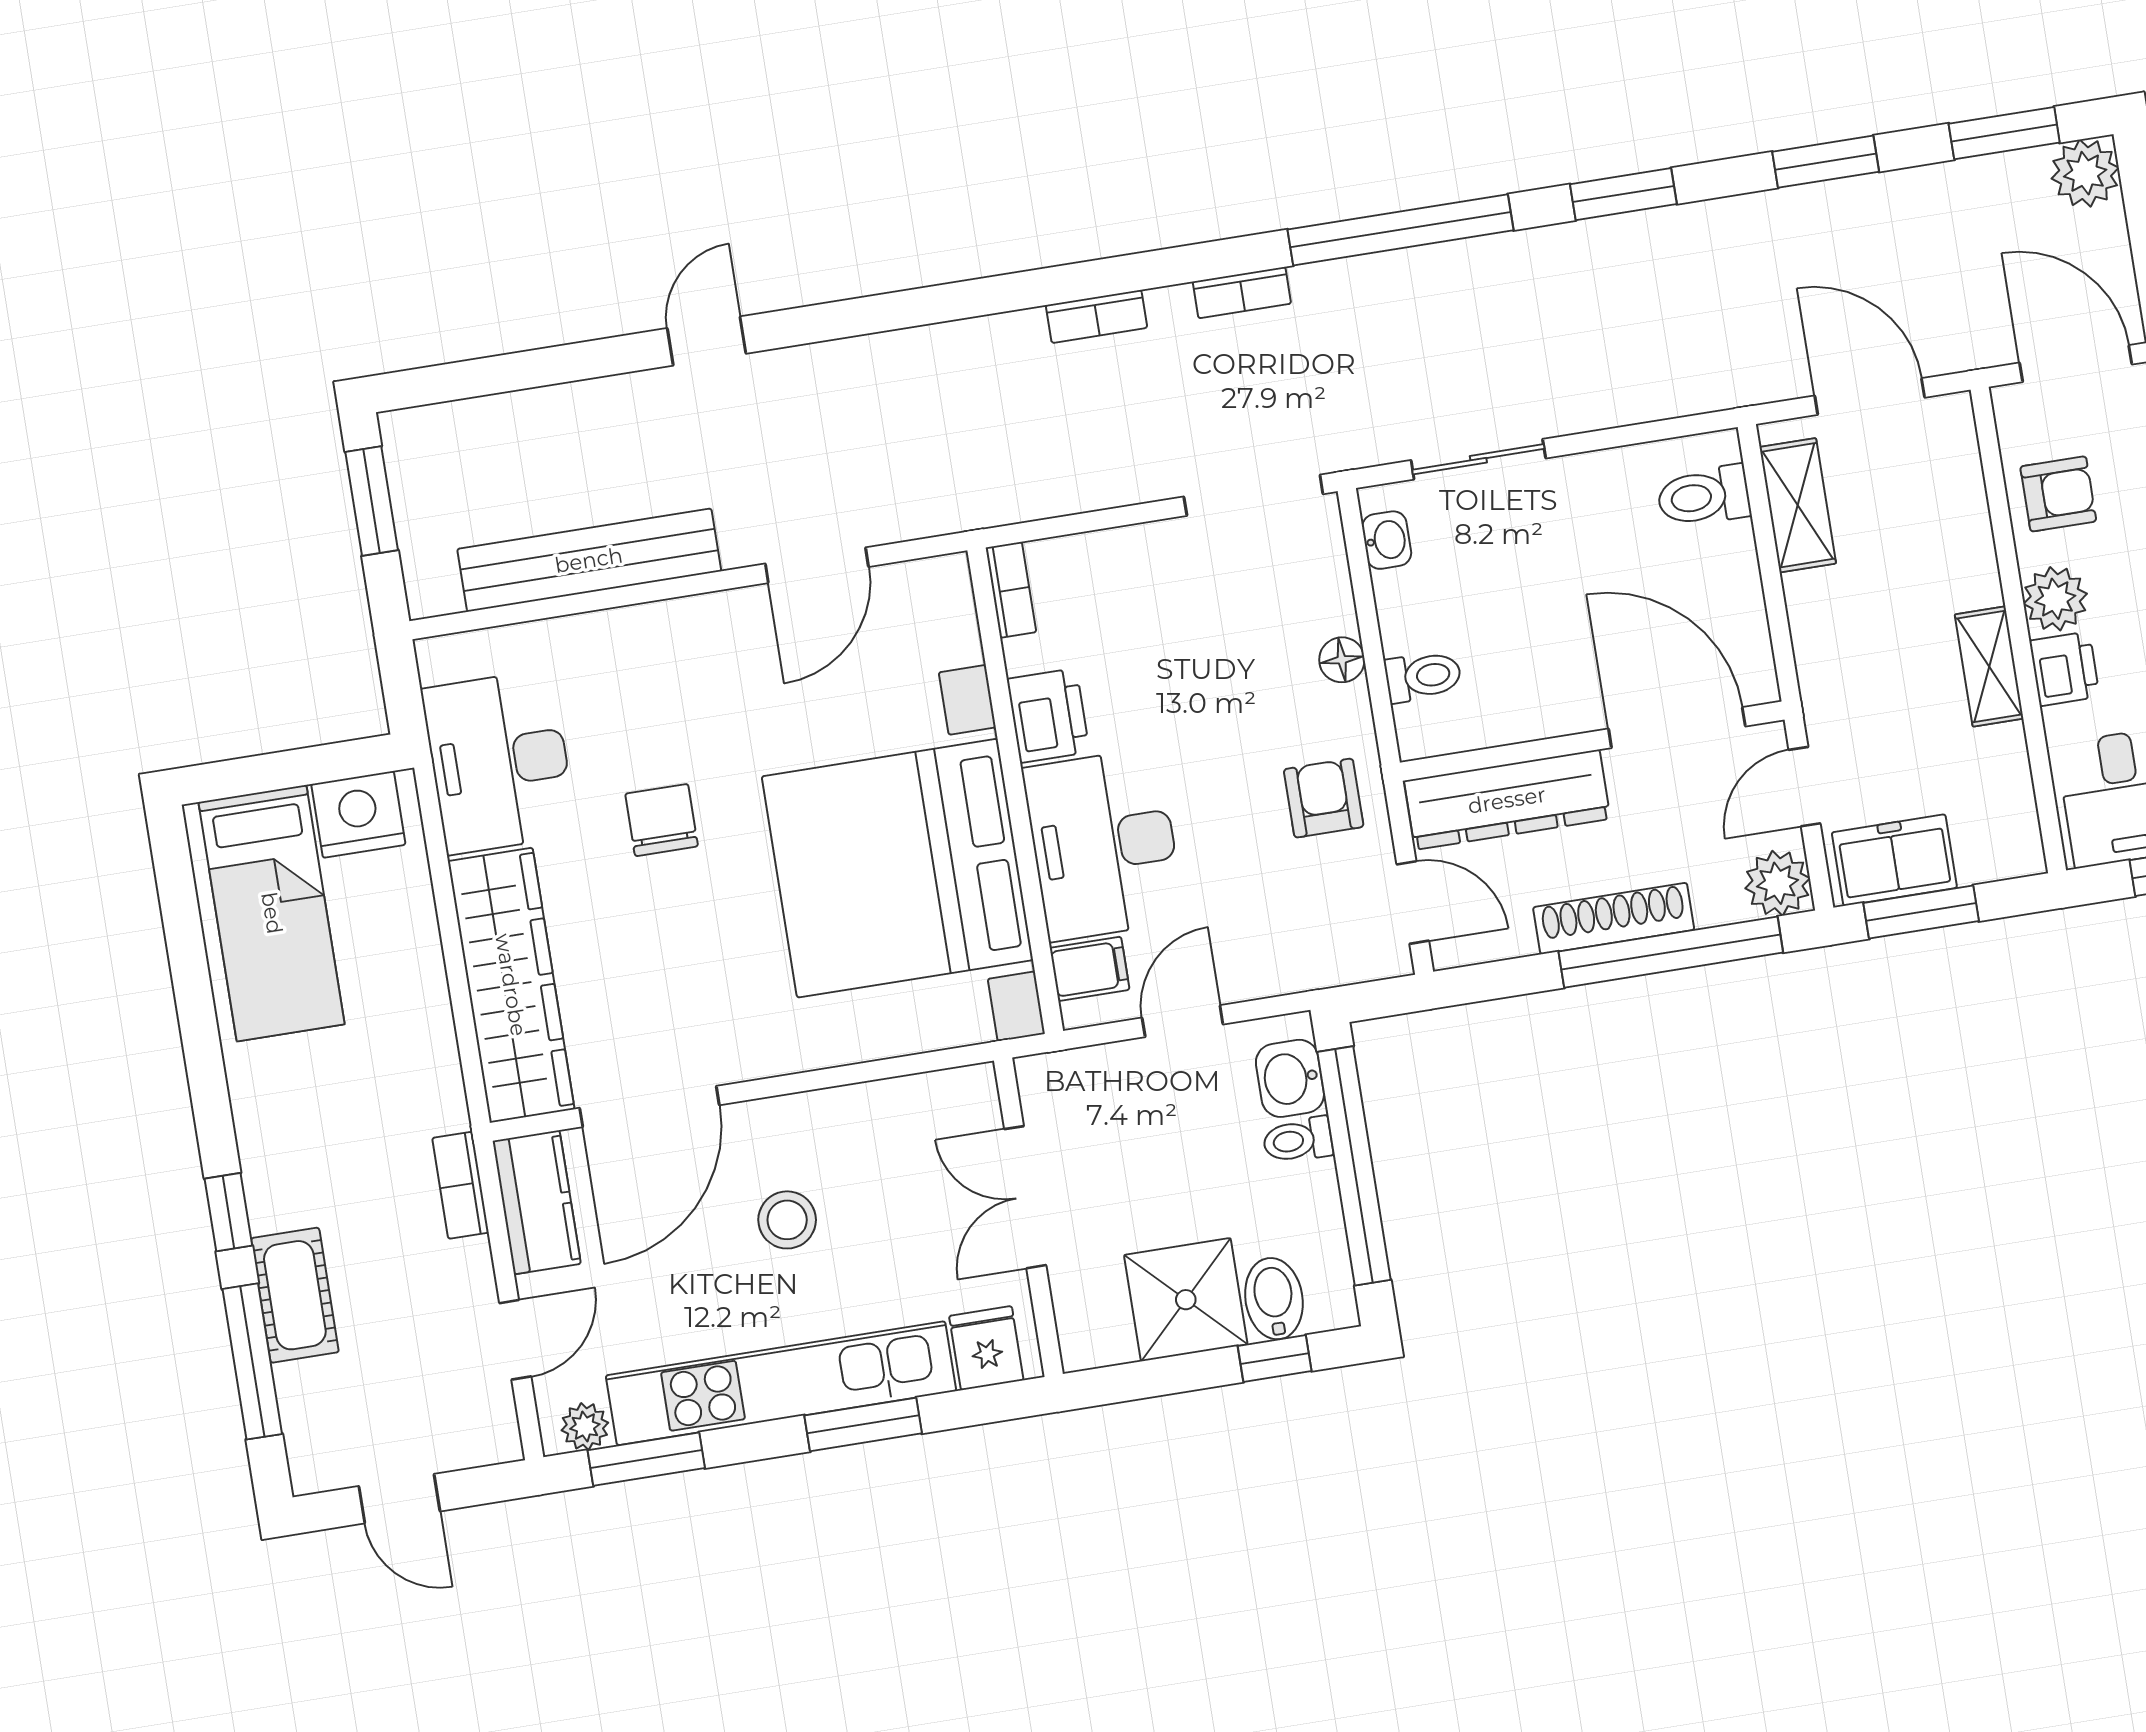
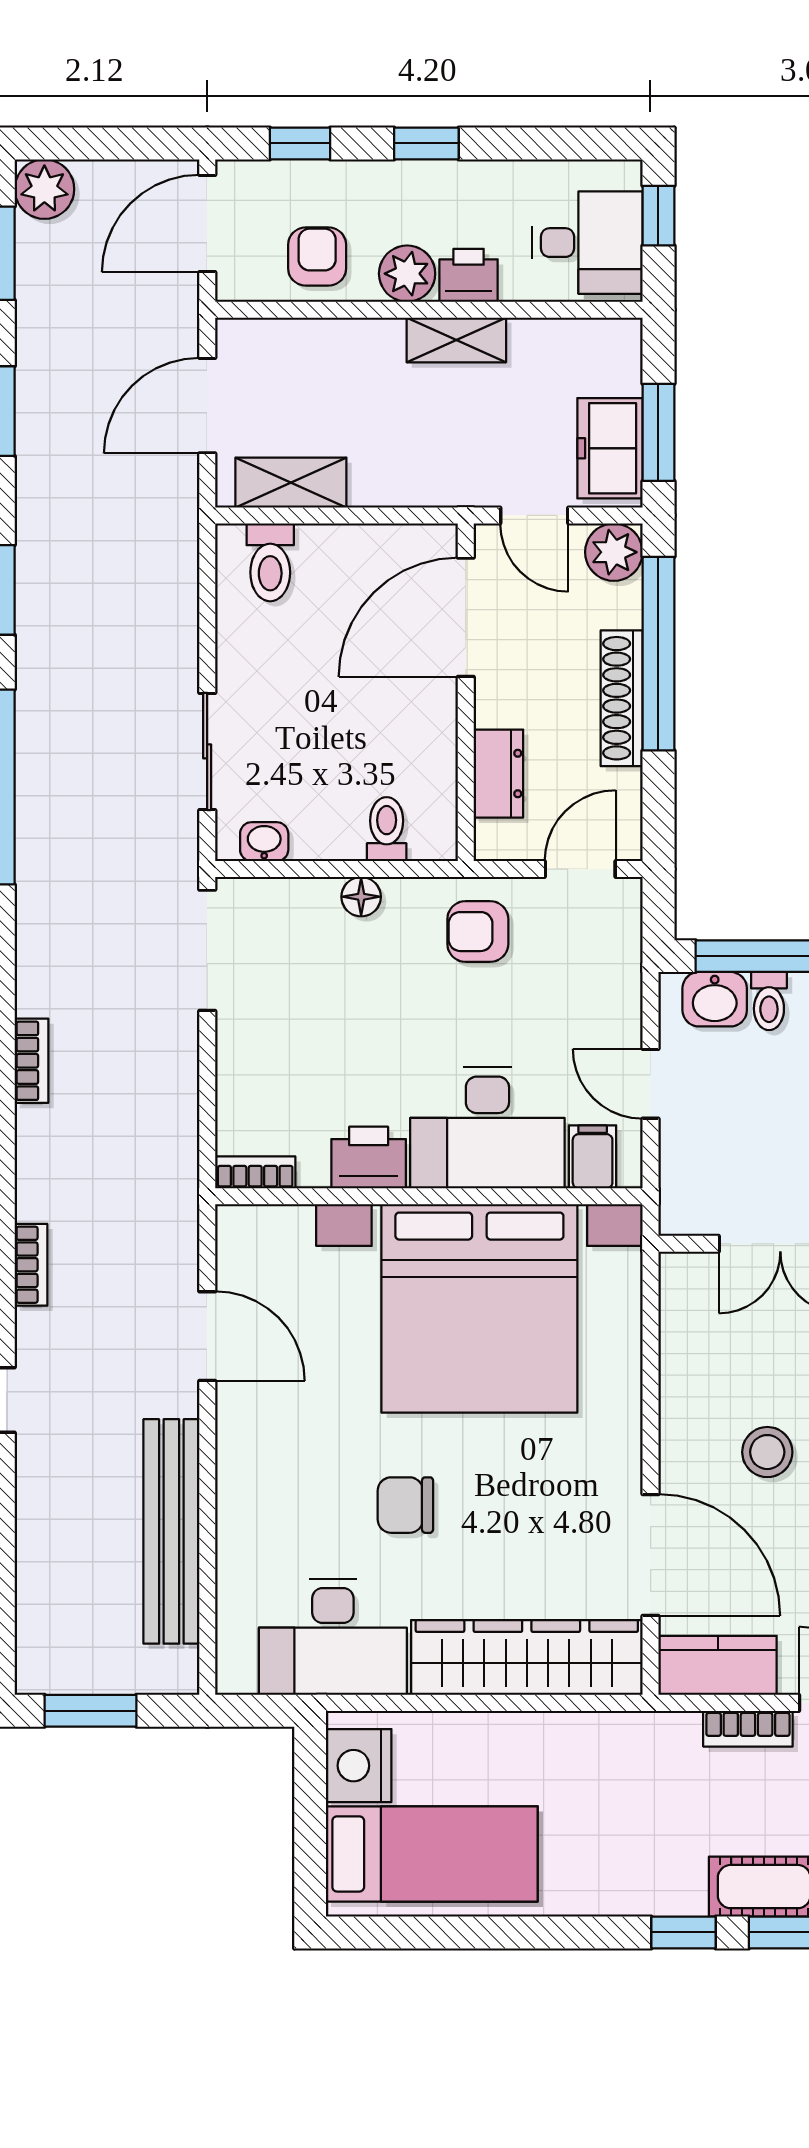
bookcase: (1242, 293) -> (31, 1265), moved
dresser: (1507, 800) -> (498, 774), width x0.51, depth x0.80
bookcase: (460, 1185) -> (748, 1729), moved

